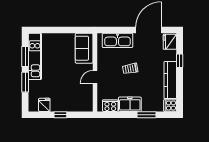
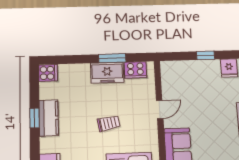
window: (180, 61) -> (35, 118), moved
kitchen counter: (170, 80) -> (49, 118), width x0.67
window: (146, 115) -> (112, 58), moved

